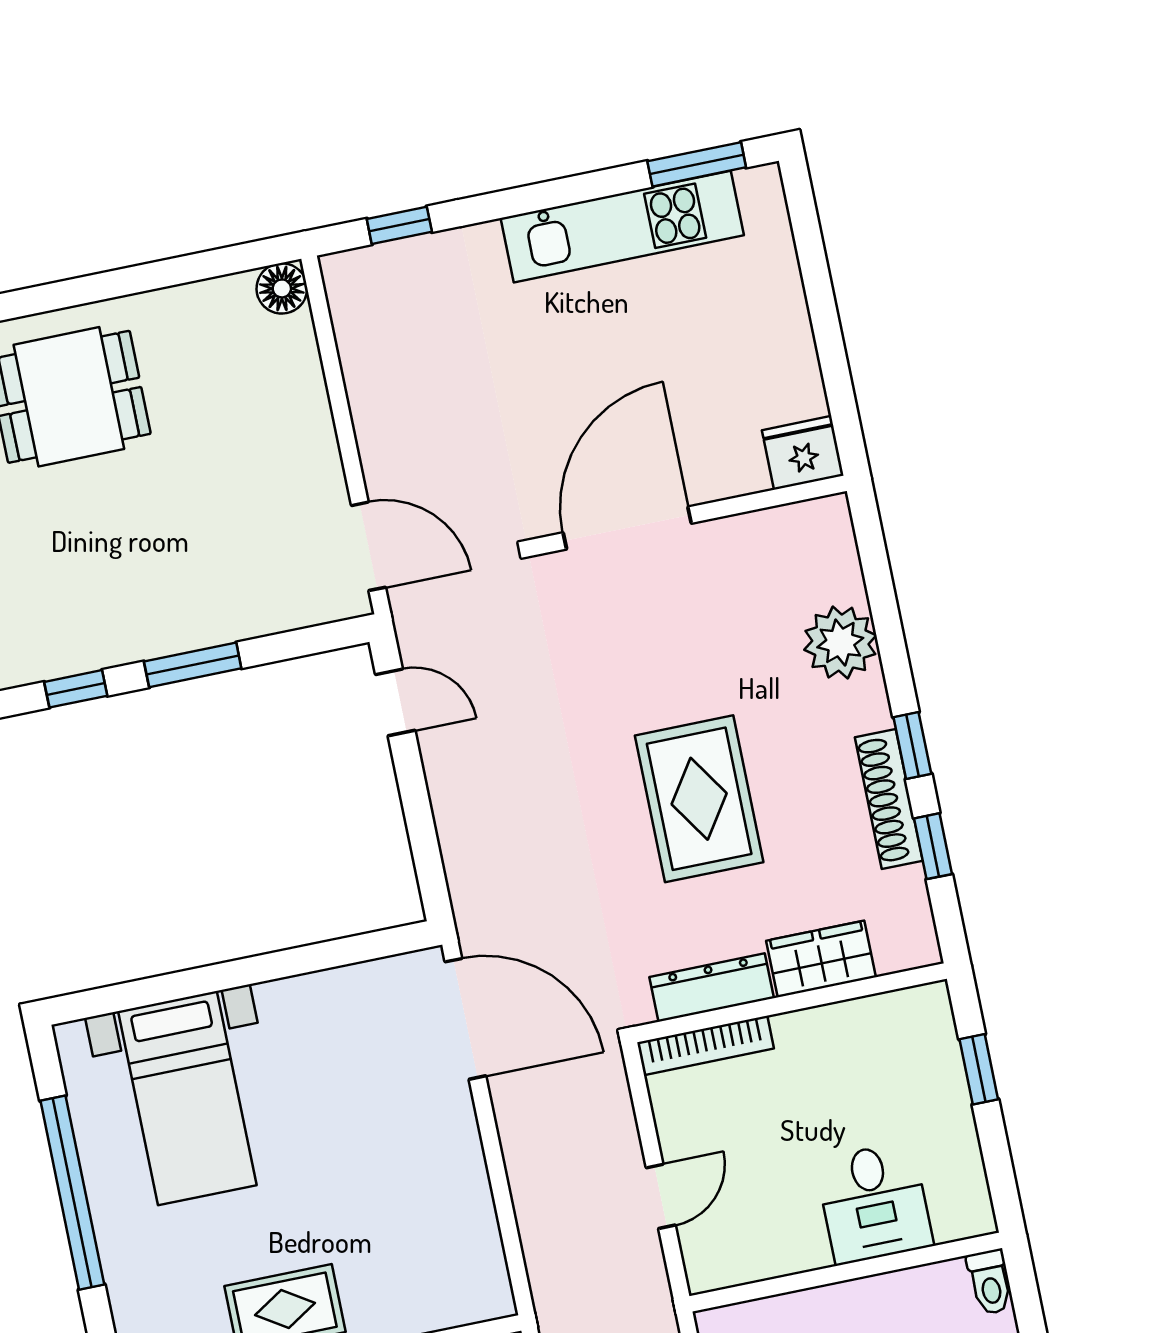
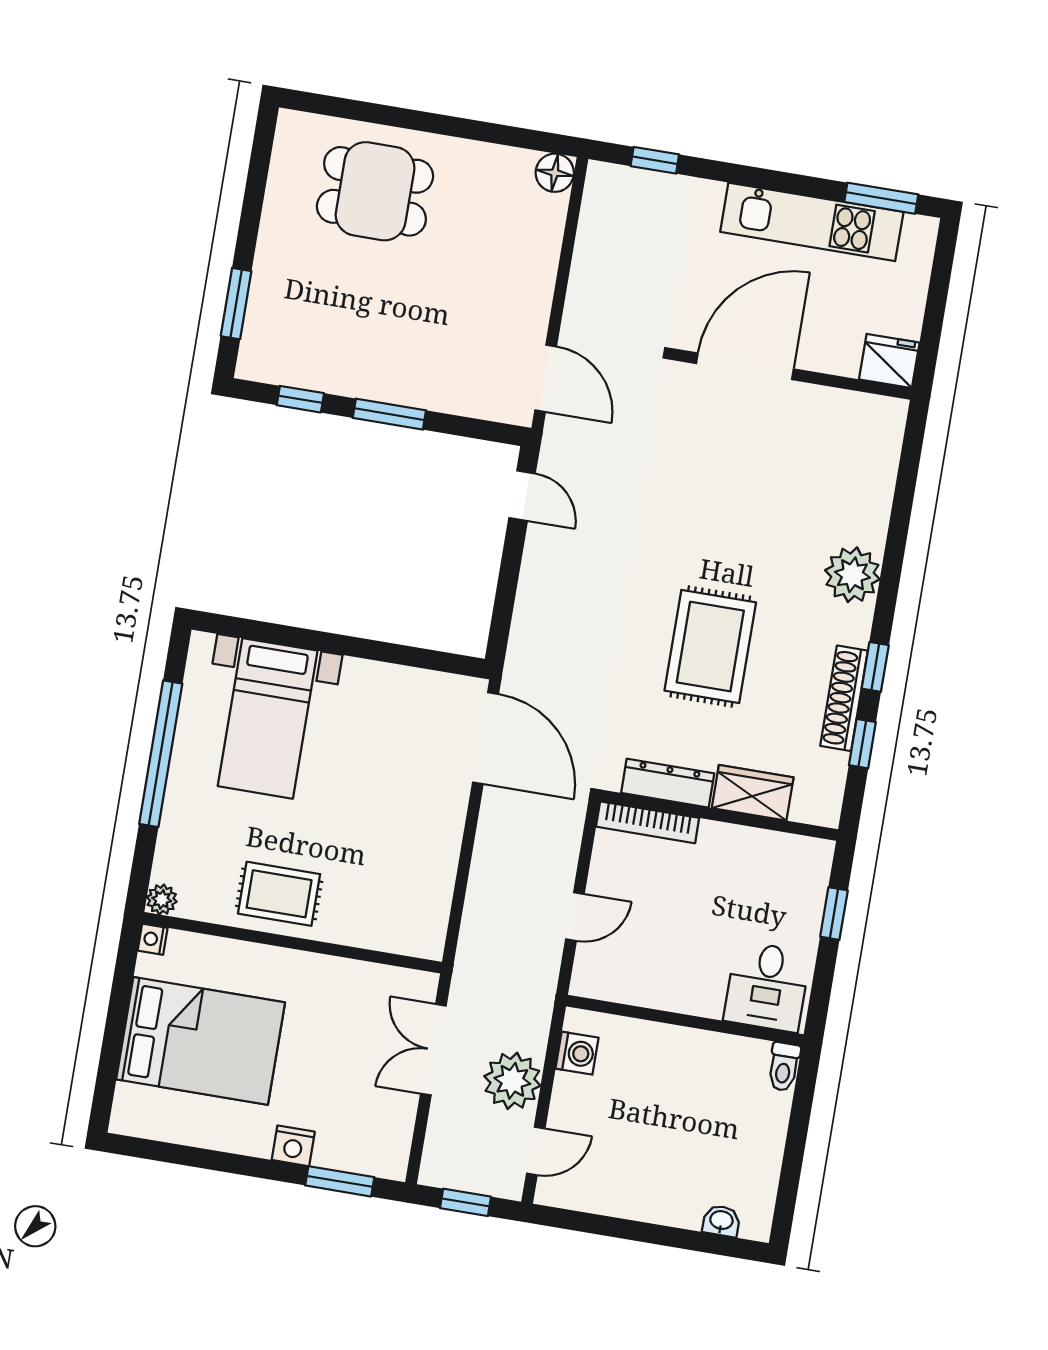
fridge: (803, 453) -> (889, 361), moved
wall: (690, 515) -> (793, 374), moved
door: (627, 528) -> (745, 366), moved
desk: (874, 1203) -> (767, 987), moved

